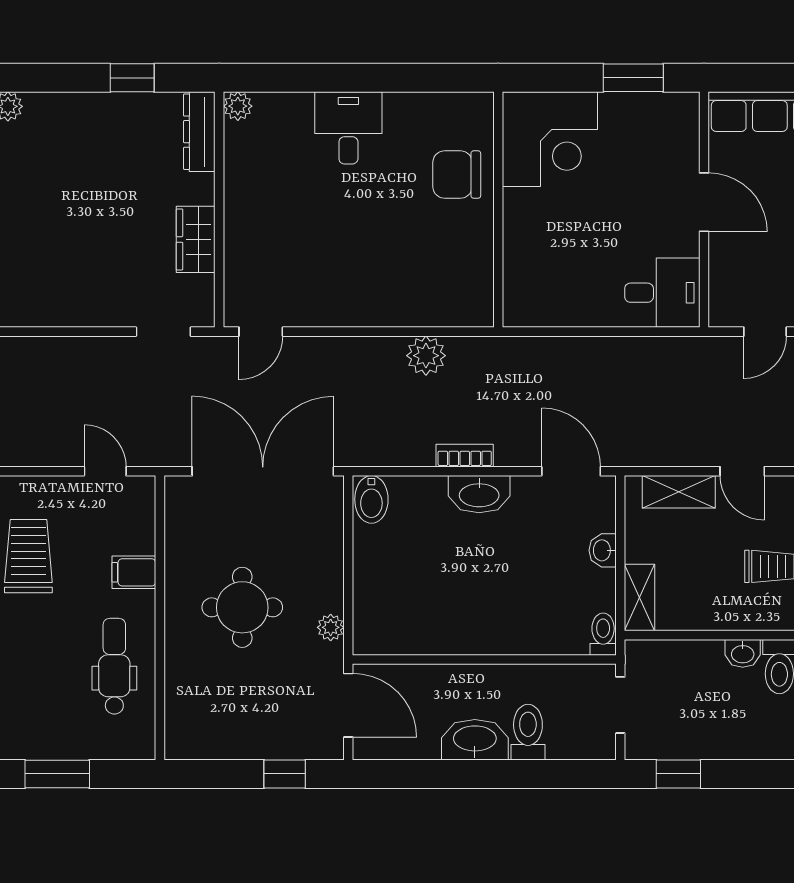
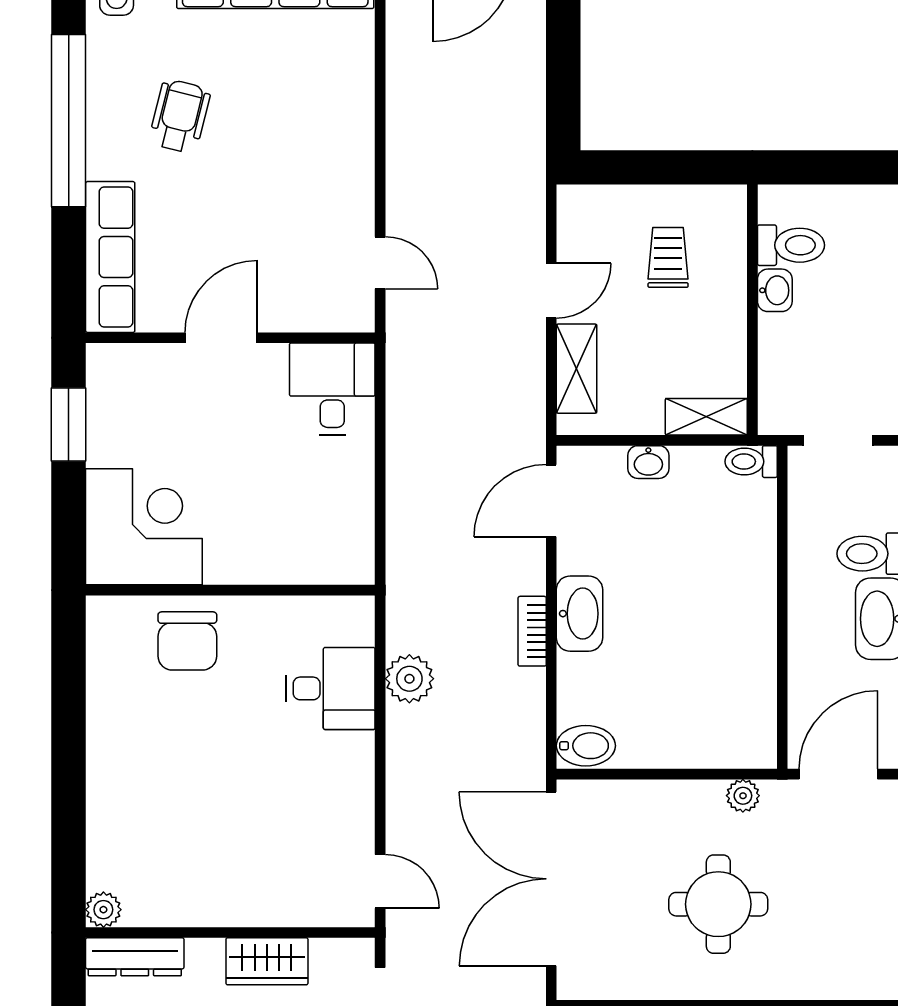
desk: (348, 128) -> (331, 688), moved, turned 180

